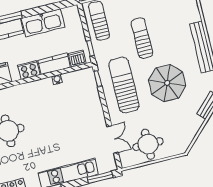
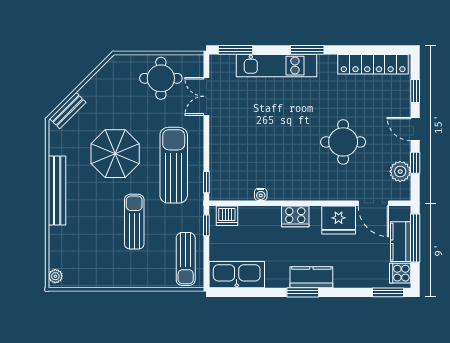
kitchen sink: (43, 23) -> (237, 275), moved
sun lounger: (142, 38) -> (134, 222), turned 180
kitchen counter: (54, 64) -> (260, 216), removed
sun lounger: (124, 85) -> (174, 165), turned 180

